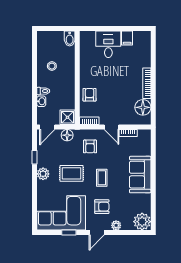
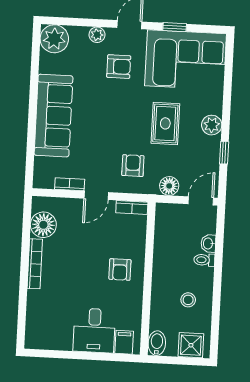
filing cabinet: (127, 38) -> (124, 342), moved
armchair: (90, 95) -> (120, 269), moved
shower: (67, 117) -> (191, 345), moved
door: (112, 127) -> (96, 195), swing flipped
rug: (71, 173) -> (165, 123), turned 90
sofa: (140, 175) -> (54, 116), width x1.36
coffee table: (102, 178) -> (116, 114), removed
armchair: (102, 207) -> (119, 67), turned 180

